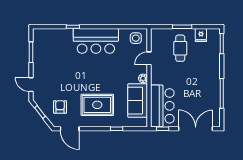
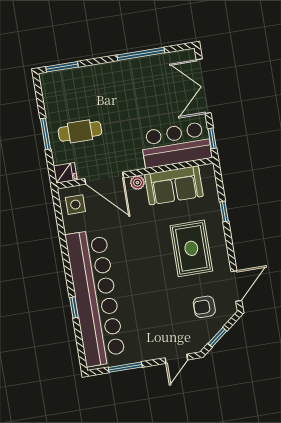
fridge: (201, 35) -> (65, 173), moved
bar counter: (96, 41) -> (95, 298), width x1.86
door: (149, 58) -> (104, 178), width x1.88

